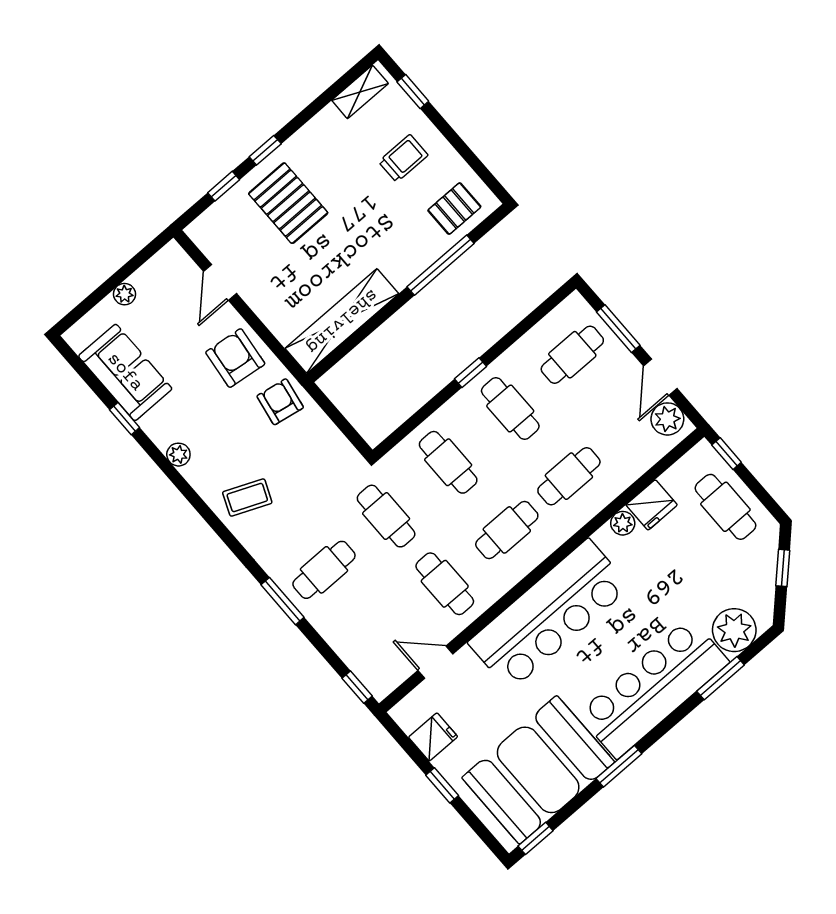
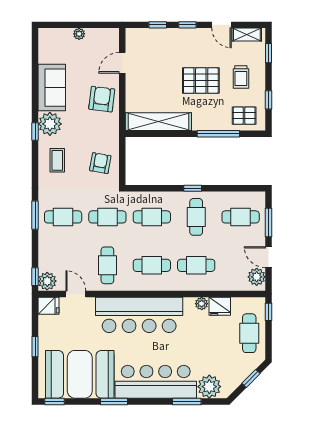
door: (313, 109) -> (221, 25), added
window: (470, 157) -> (268, 100), added
trolley: (403, 158) -> (241, 77), turned 90
pallet: (288, 203) -> (201, 81), moved, turned 90
sofa: (125, 372) -> (52, 88), moved
door: (660, 377) -> (268, 257), hinge flipped
armchair: (280, 402) -> (100, 163), moved
window: (125, 419) -> (35, 132), moved
plant: (178, 455) -> (50, 124), width x1.87, depth x1.87
cafe table: (448, 462) -> (152, 217), turned 90
coffee table: (247, 498) -> (57, 160), turned 67
cafe table: (386, 516) -> (107, 217), turned 90
plant: (380, 679) -> (47, 281), added
fridge: (433, 737) -> (49, 306), moved

